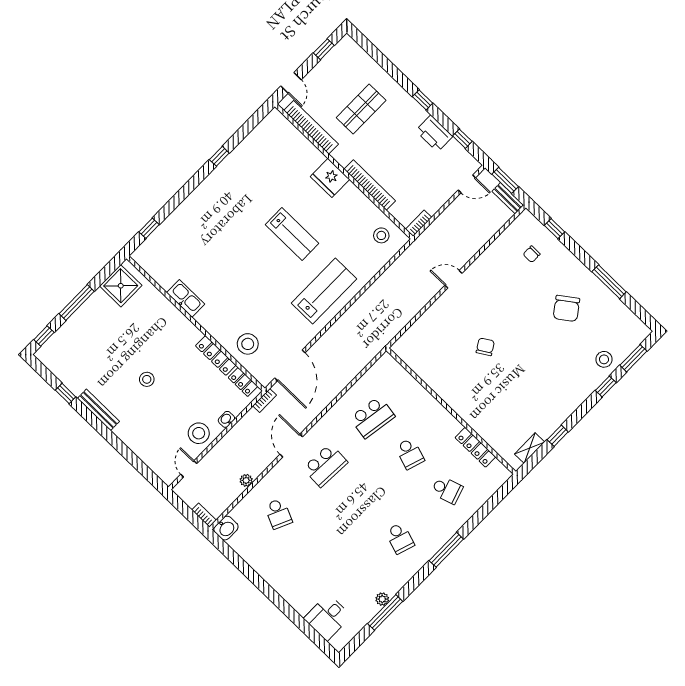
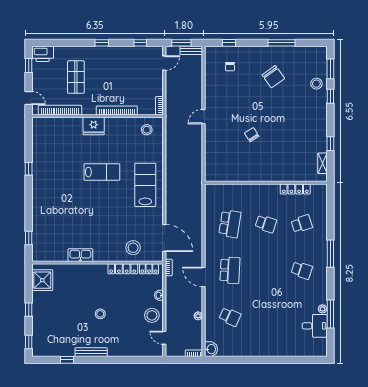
printer: (434, 133) -> (43, 54), moved
window: (77, 302) -> (29, 310), width x0.46
desk: (327, 617) -> (315, 326), moved, turned -90

